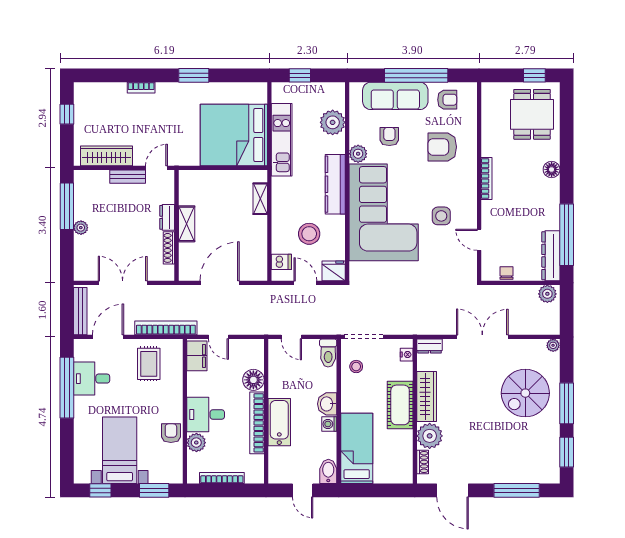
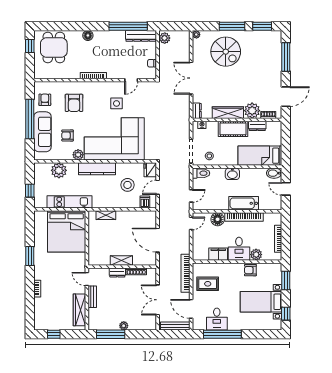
dining table: (532, 114) -> (54, 48), turned 90
door: (218, 337) -> (191, 223), moved
filing cabinet: (197, 356) -> (218, 254), moved
washing machine: (329, 424) -> (245, 172), removed
dresser: (405, 444) -> (257, 126), added
door: (303, 490) -> (286, 189), swing flipped

